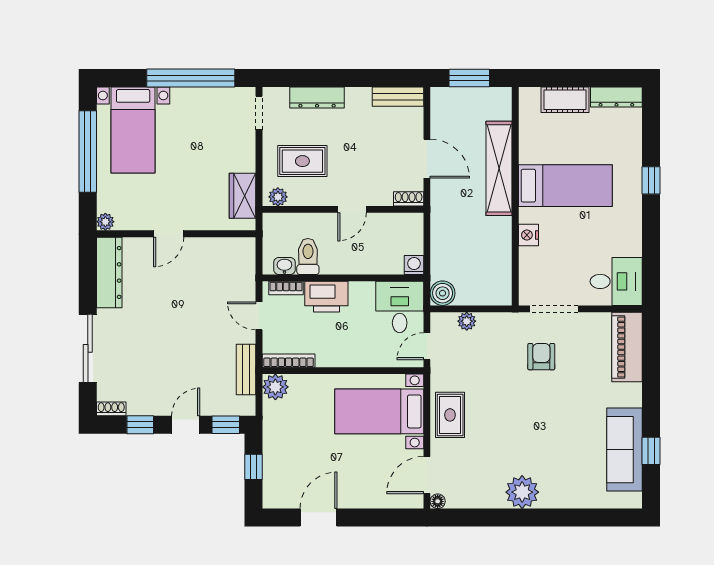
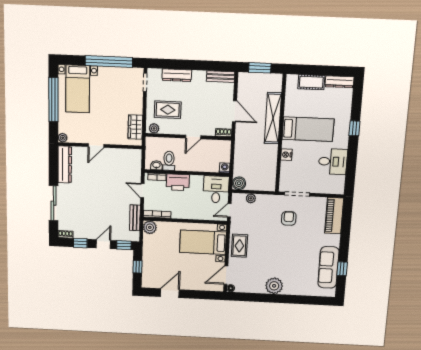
desk: (616, 281) -> (333, 162), moved

